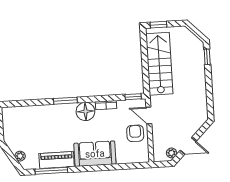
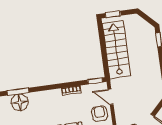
window: (65, 101) -> (18, 92), moved
floor lamp: (85, 111) -> (20, 102), moved

